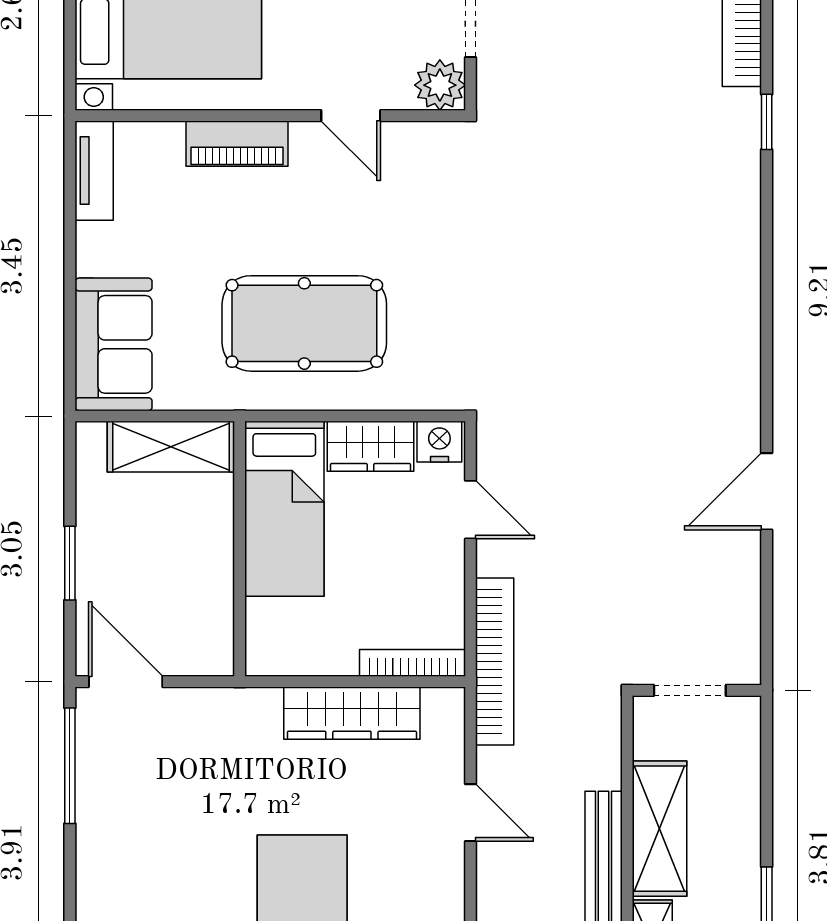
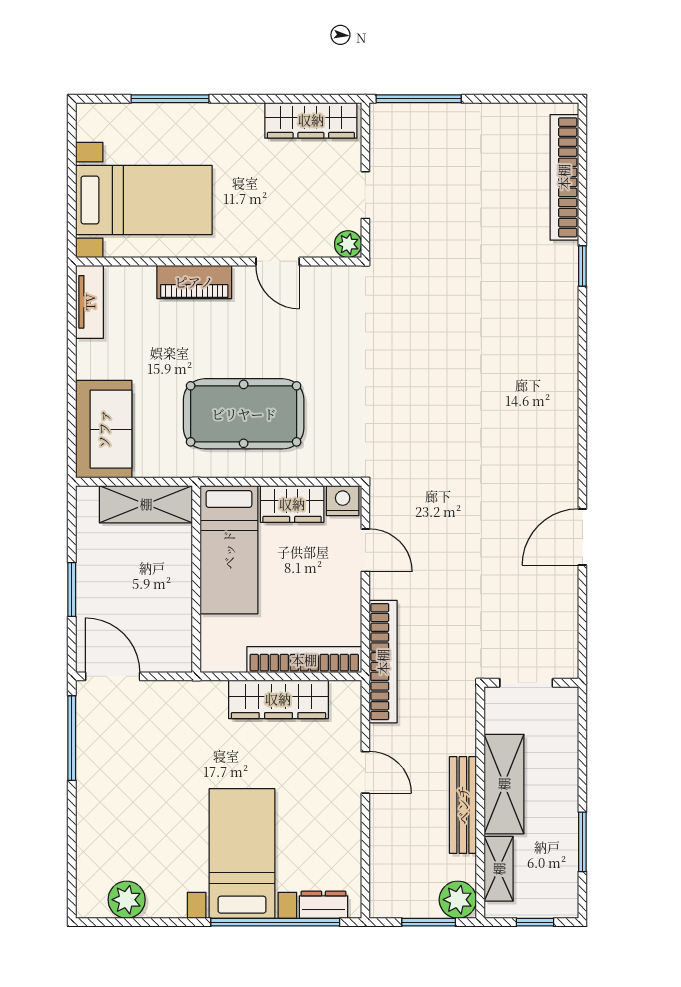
plant: (440, 85) -> (348, 244), width x0.73, depth x0.73
bookcase: (412, 663) -> (304, 660), width x1.48, depth x1.31

